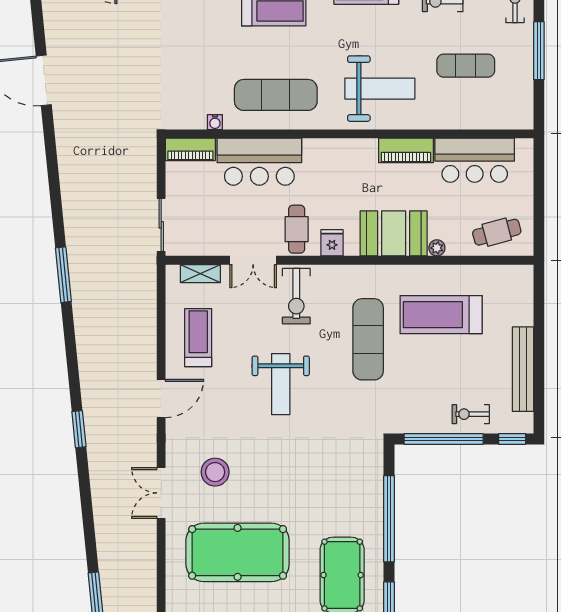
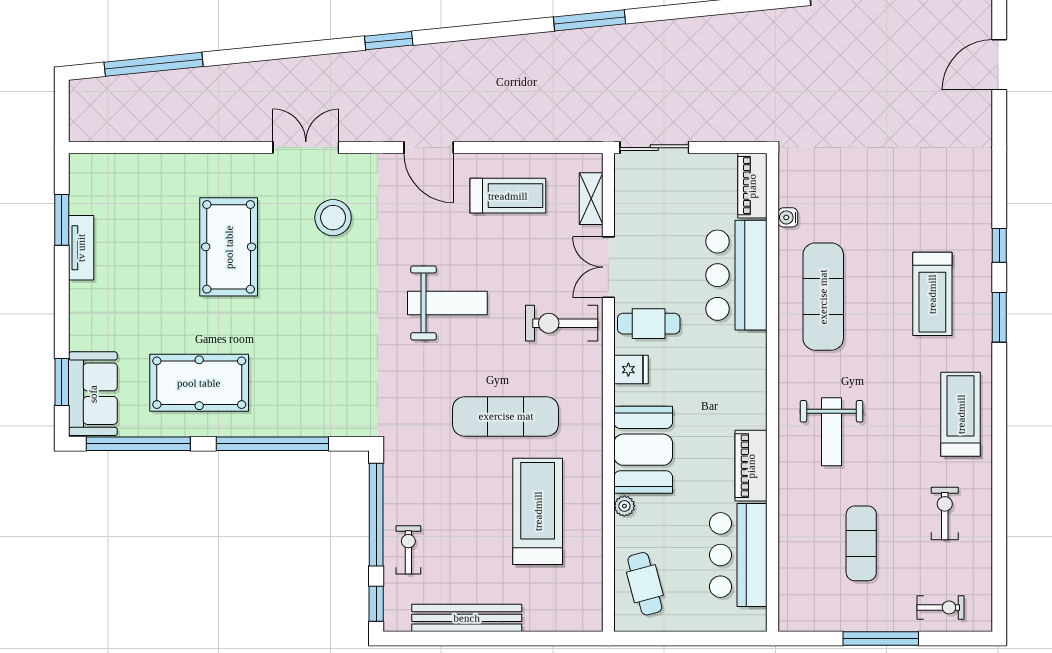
weight bench: (380, 89) -> (832, 432), width x0.73, depth x0.75
weight bench: (281, 384) -> (447, 303), turned 180
pool table: (238, 552) -> (229, 247), width x0.73, depth x0.76

